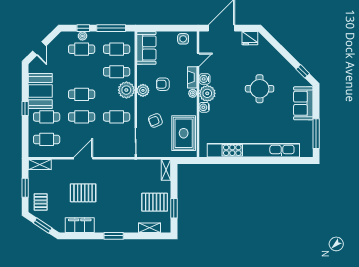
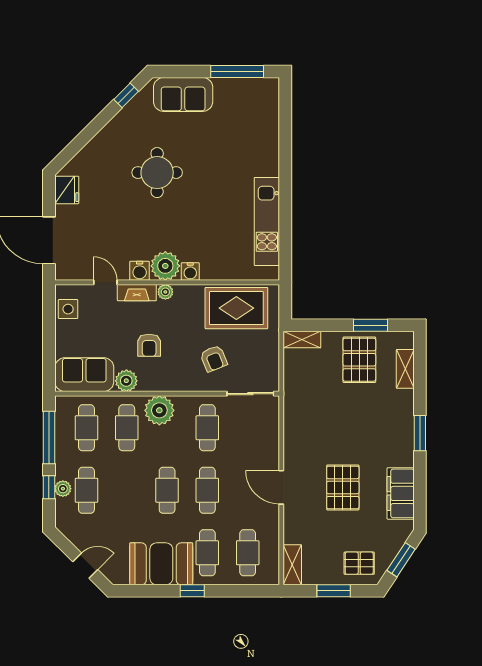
plant: (143, 90) -> (126, 381), moved
kitchen unit: (253, 150) -> (267, 221), width x0.54

